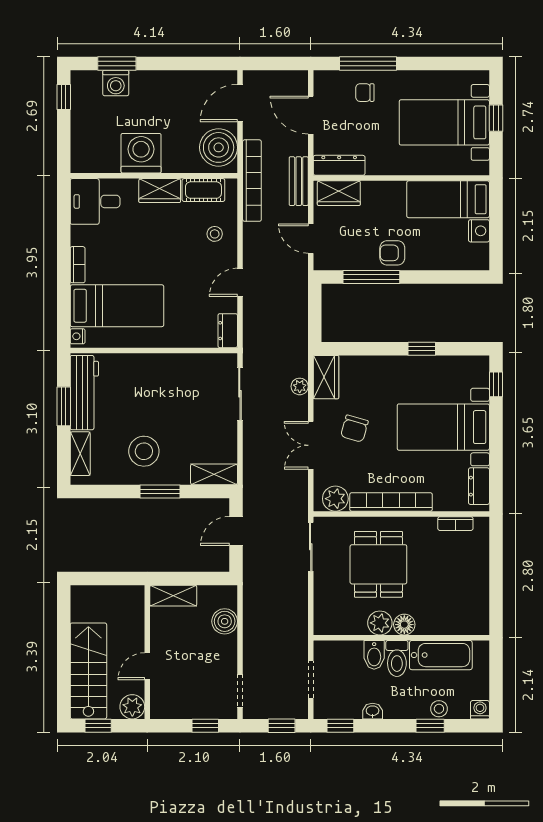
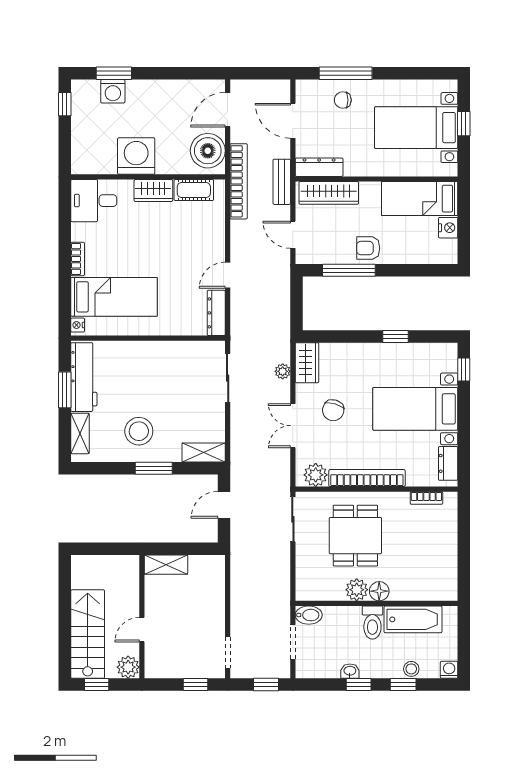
wardrobe: (339, 193) -> (329, 193), width x1.50
stool: (215, 234) -> (204, 231), removed
dresser: (228, 331) -> (216, 313), width x1.44
boiler: (225, 621) -> (213, 588), removed
bidet: (374, 655) -> (309, 615), moved, turned -90
window: (340, 726) -> (359, 685), moved

